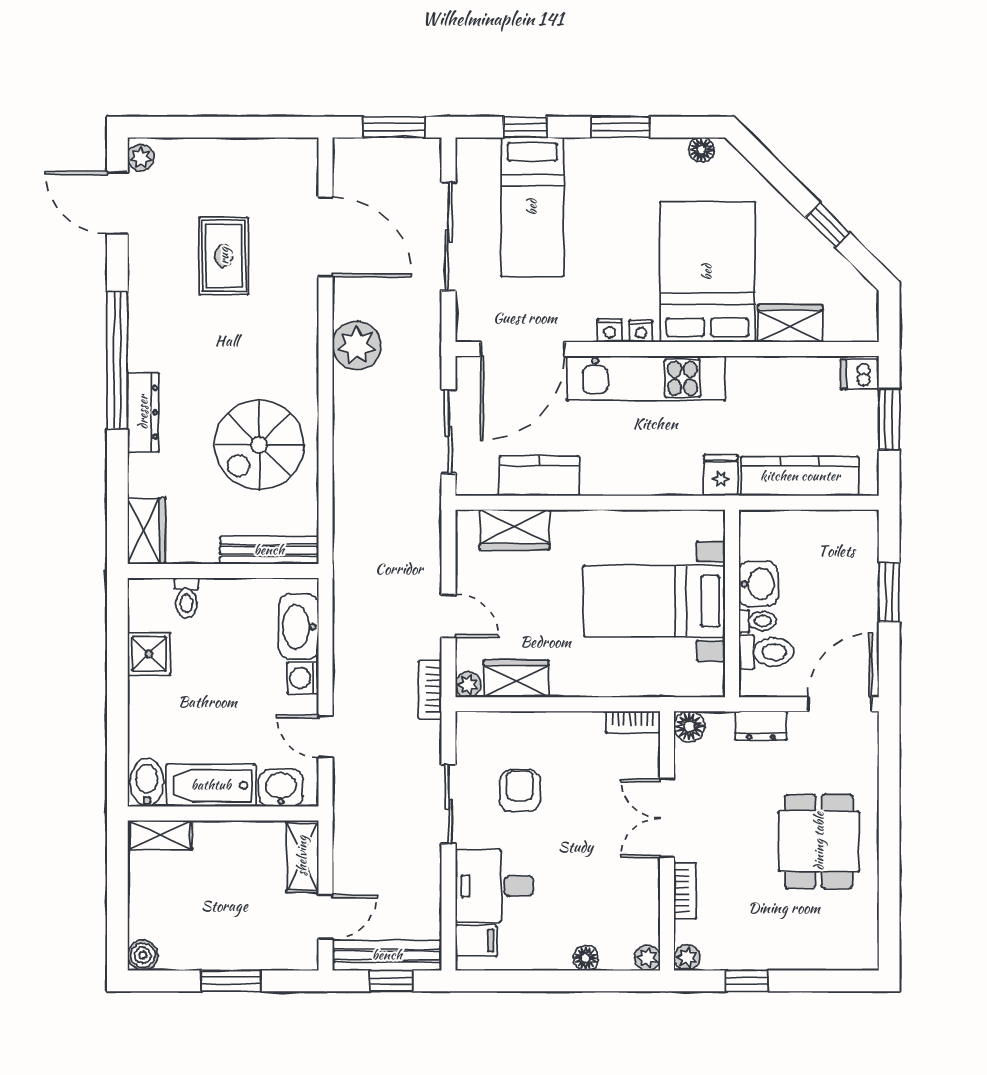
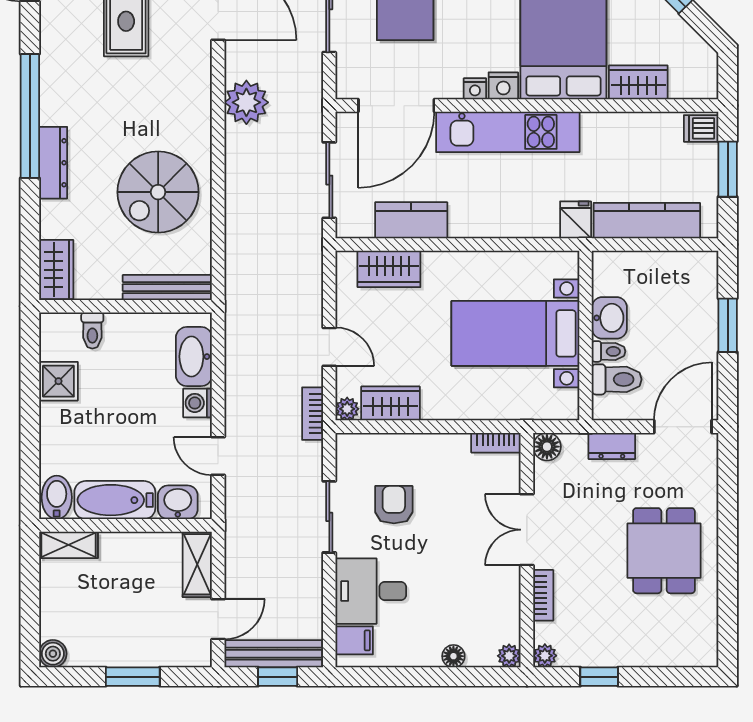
nightstand: (641, 331) -> (503, 86), width x1.39, depth x1.35

